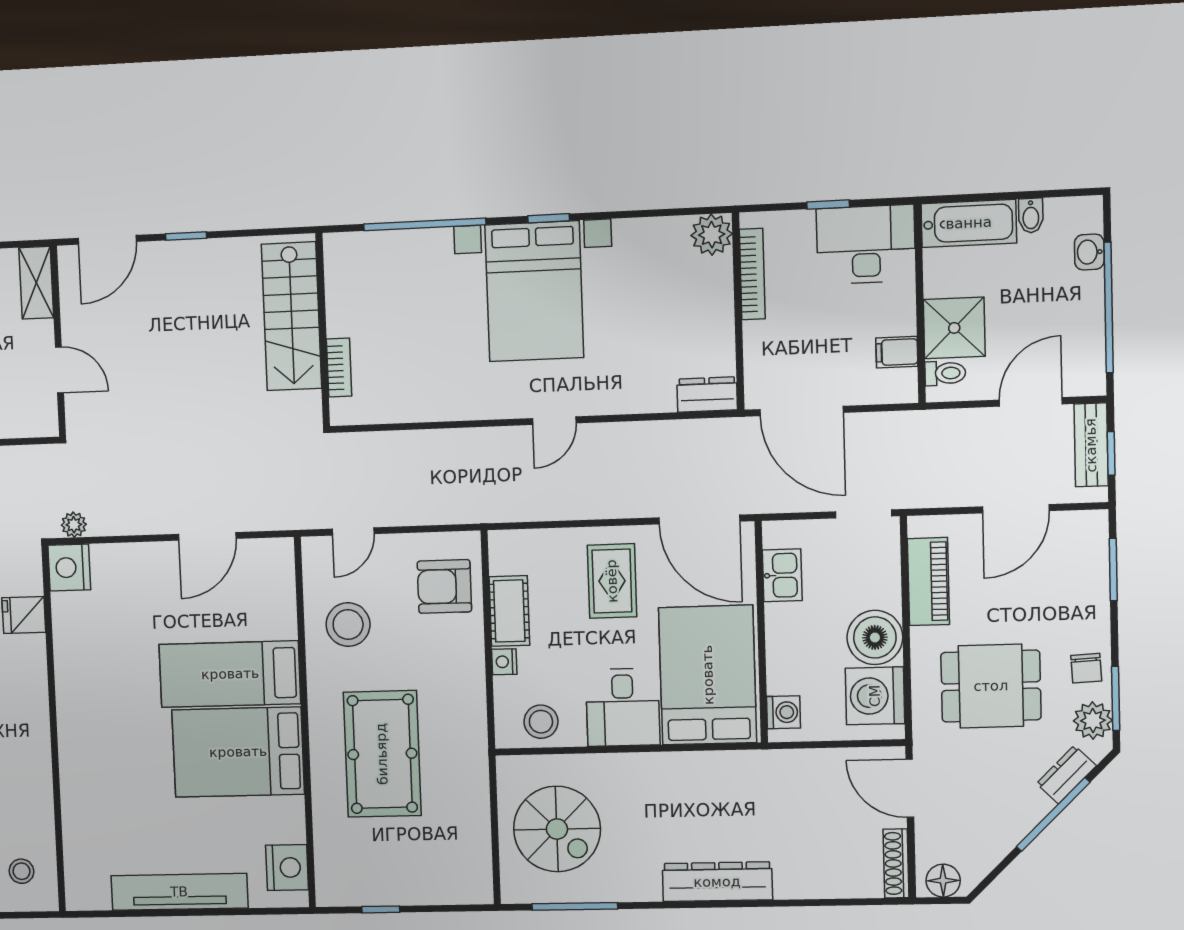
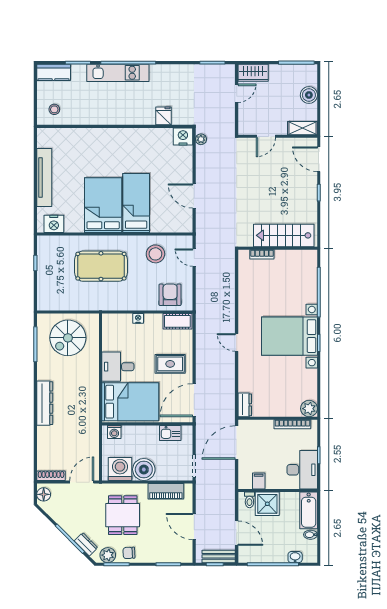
cot: (509, 611) -> (177, 321), moved
stool: (541, 722) -> (113, 333), removed

